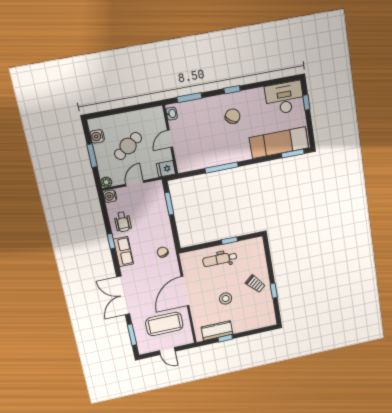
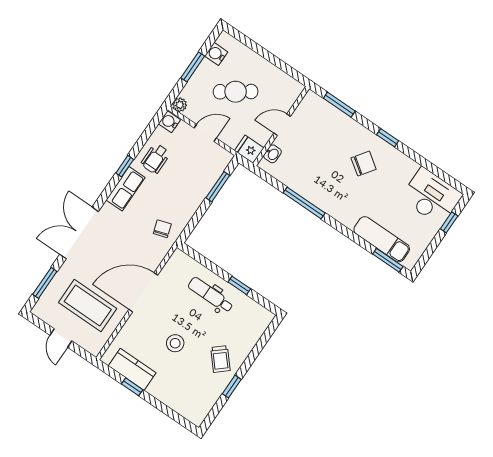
washbasin: (172, 114) -> (272, 154), moved
exam couch: (279, 143) -> (382, 239), width x0.73, depth x0.69

